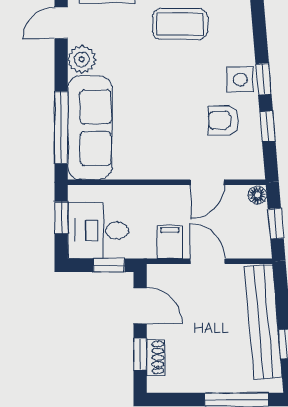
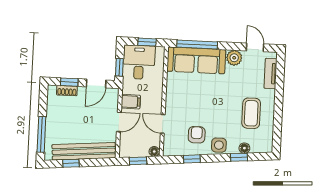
floor lamp: (243, 33) -> (244, 148), added
window: (263, 79) -> (239, 157), moved

